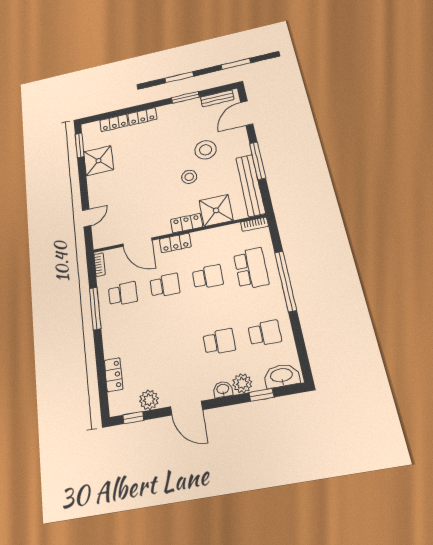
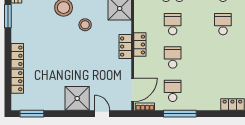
shower: (99, 161) -> (77, 98), moved
locker: (187, 223) -> (125, 47), moved
door: (137, 242) -> (133, 90), moved

